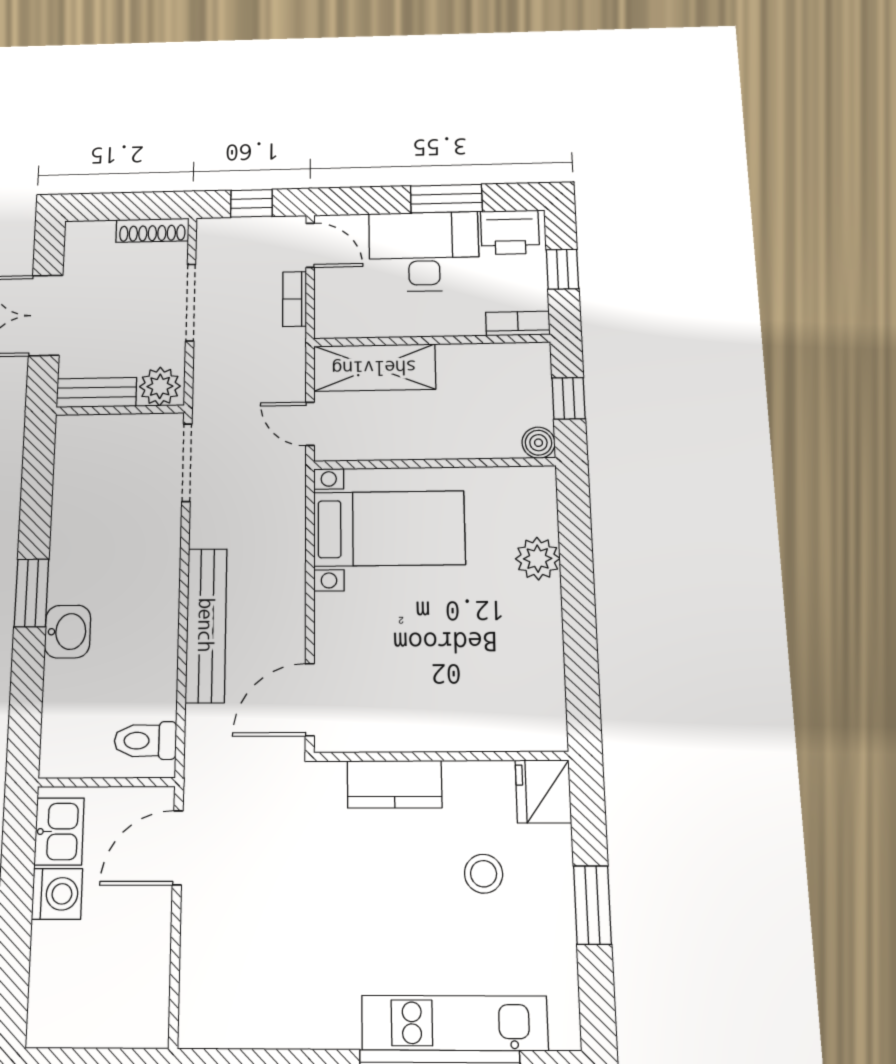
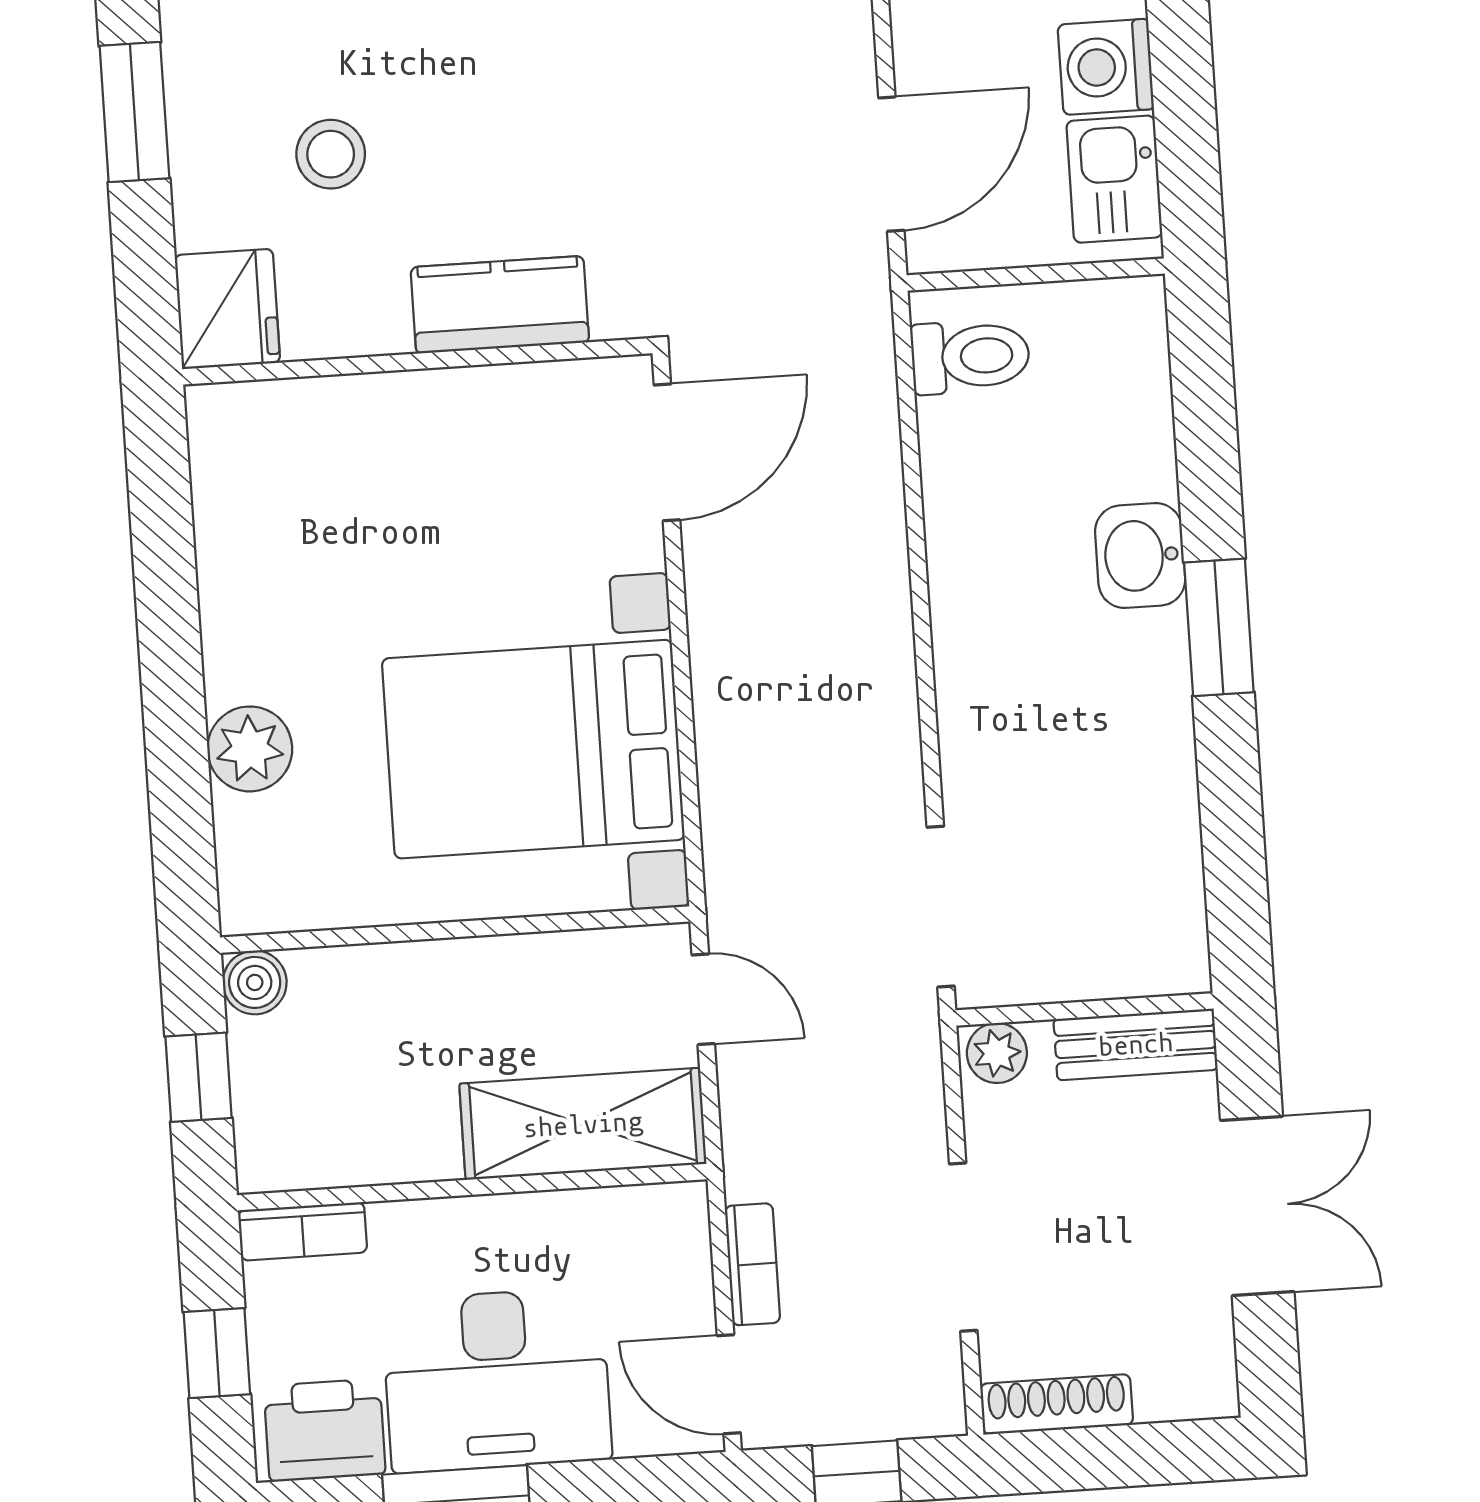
plant: (160, 386) -> (997, 1053), width x0.73, depth x0.73
bed with nightstands: (389, 528) -> (533, 749), width x1.36
bench: (206, 625) -> (874, 583), removed

